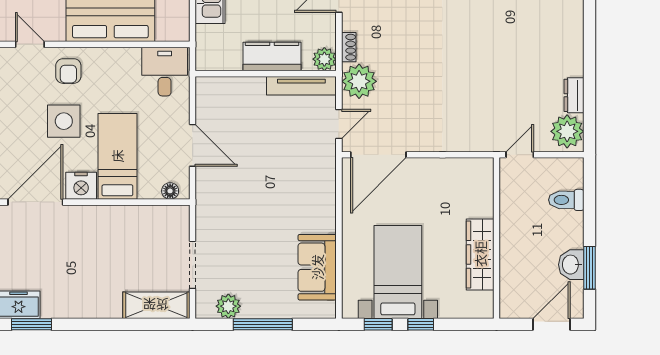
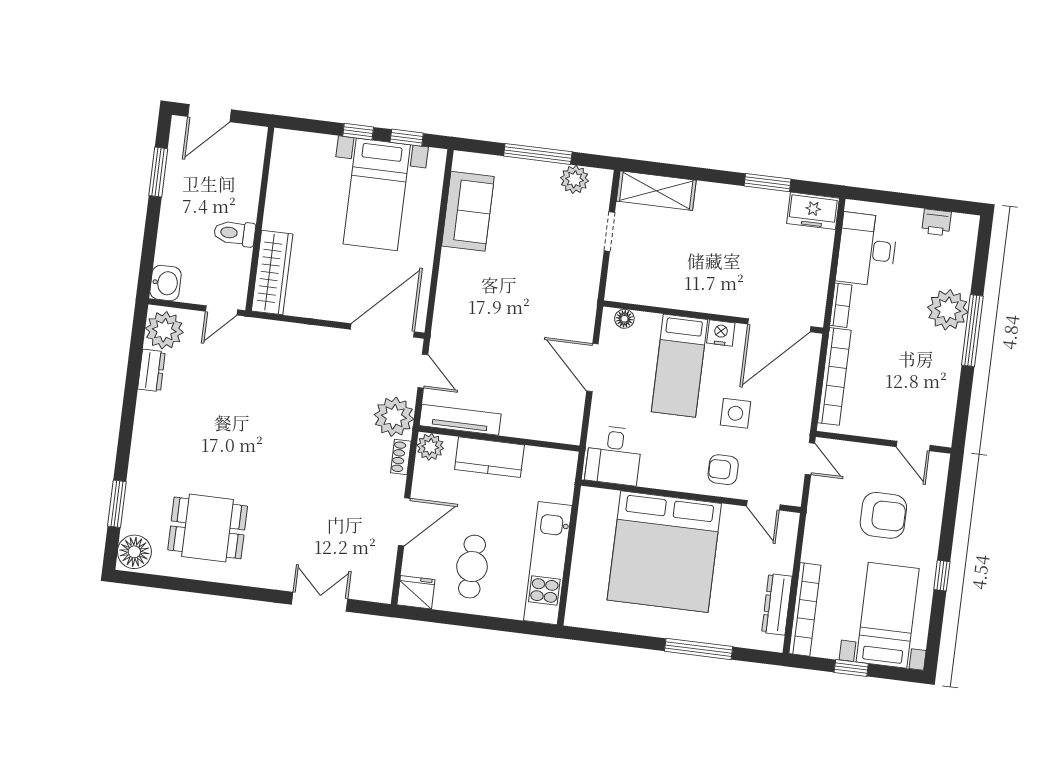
armchair: (68, 71) -> (723, 470), turned -90
side table: (64, 121) -> (735, 413), width x0.73, depth x0.73
door: (339, 124) -> (423, 371), swing flipped
nightstand: (81, 186) -> (721, 333), width x0.74, depth x0.75
toilet: (566, 200) -> (235, 233), moved, turned 180
wardrobe: (480, 254) -> (272, 272), moved
doorway: (193, 265) -> (609, 232), width x0.73
washbasin: (571, 265) -> (166, 283), moved
window: (32, 324) -> (767, 183), moved

